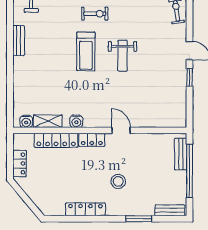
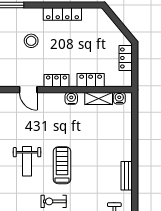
weight bench: (122, 56) -> (27, 161), turned 180
locker: (56, 140) -> (91, 80), width x0.66

